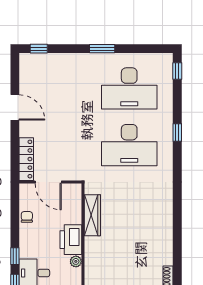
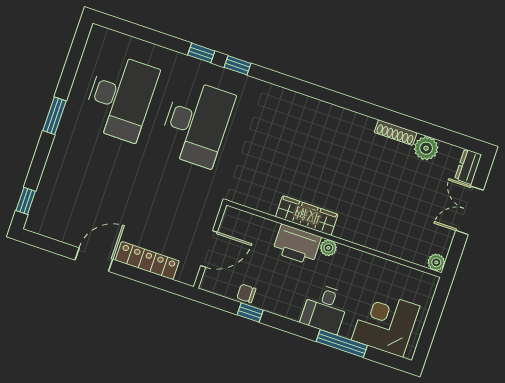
window: (177, 71) -> (238, 65), moved
locker: (26, 159) -> (147, 261), moved
wardrobe: (92, 215) -> (307, 216), moved
window: (15, 256) -> (250, 313), moved

